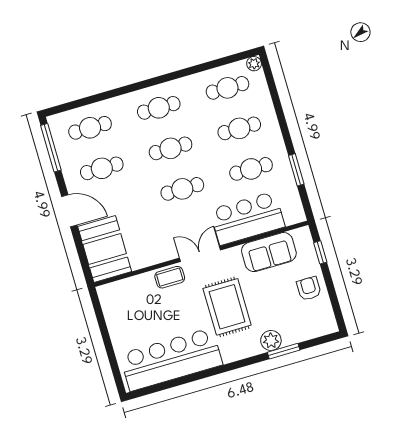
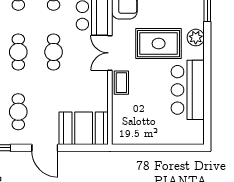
door: (69, 211) -> (45, 148), swing flipped
plant: (271, 340) -> (196, 38), moved
bar counter: (171, 359) -> (188, 90), width x0.73

